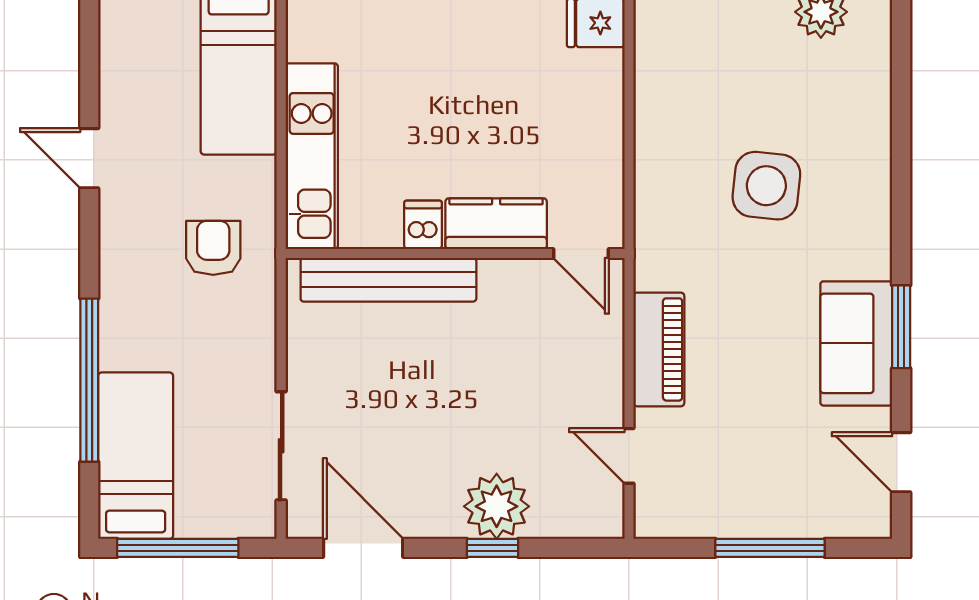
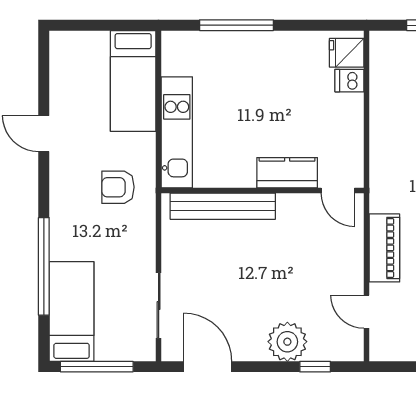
dishwasher: (423, 225) -> (349, 81), moved, turned -90
armchair: (213, 248) -> (118, 187), turned -90
window: (492, 548) -> (315, 367), moved

